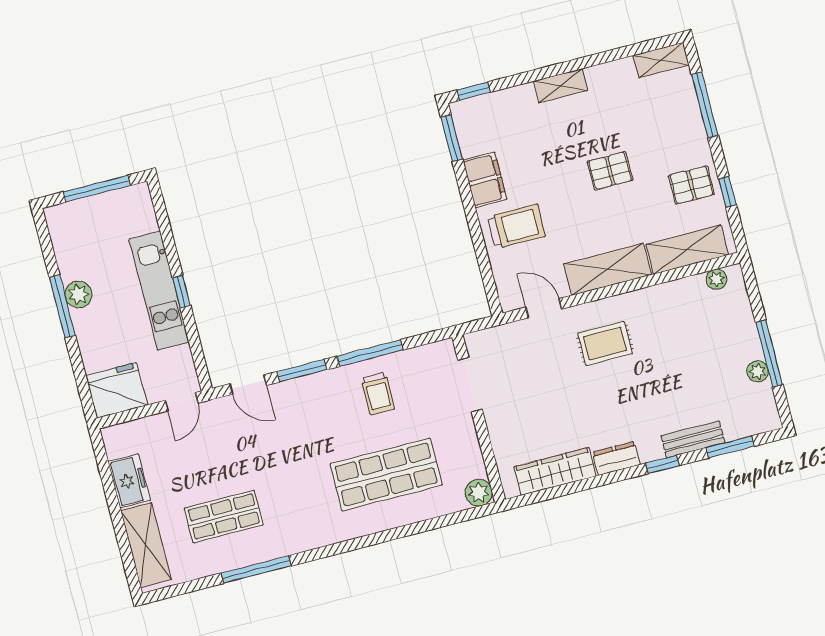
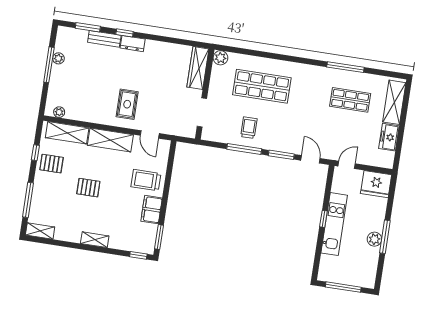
rug: (605, 343) -> (127, 104), turned 90
dresser: (616, 458) -> (133, 44), moved
wardrobe: (555, 471) -> (198, 68), moved, turned 90

